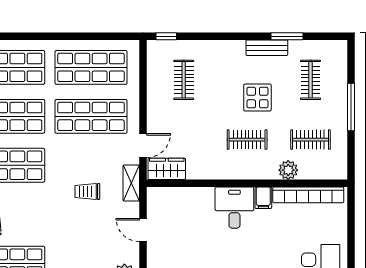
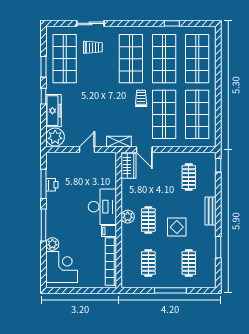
bench: (267, 48) -> (211, 211), moved
clothes rail: (184, 80) -> (189, 177), turned 90
clothes rail: (310, 80) -> (189, 263), turned 90
plant: (288, 170) -> (128, 217), moved
trolley: (87, 192) -> (141, 98), moved
desk: (234, 208) -> (102, 207), width x1.37

